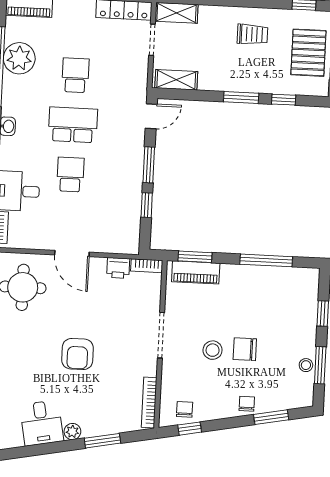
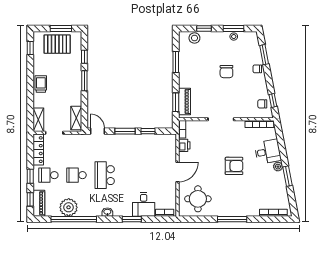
trolley: (252, 34) -> (41, 84), moved
school desk: (70, 175) -> (48, 175), moved
window: (266, 260) -> (176, 62), width x0.69
stool: (213, 350) -> (194, 38), moved
desk: (42, 423) -> (268, 152), moved
window: (102, 441) -> (287, 176), moved

